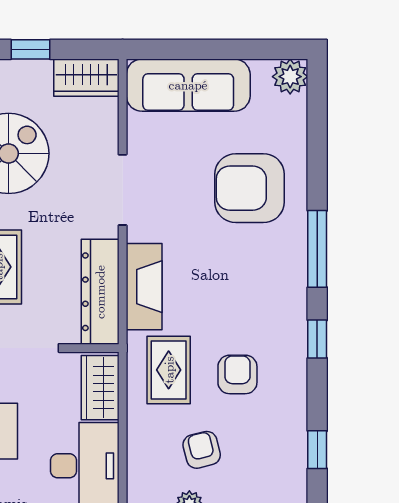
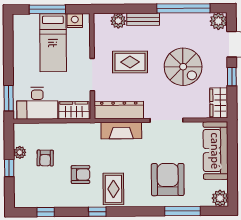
window: (317, 249) -> (183, 211), moved
rug: (169, 370) -> (113, 189), moved, turned 90
armchair: (202, 450) -> (45, 158), turned 105

